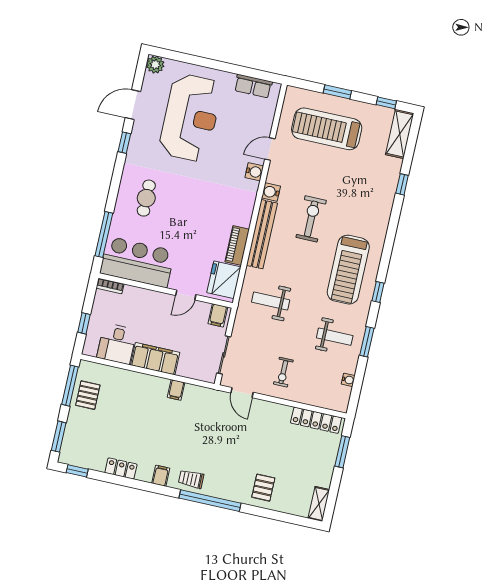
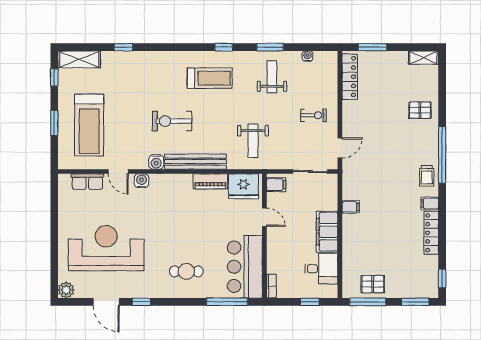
row of seats: (253, 86) -> (87, 182), moved, turned 90
treadmill: (348, 270) -> (210, 78), width x0.73, depth x0.73
locker: (121, 469) -> (431, 233), width x1.53

